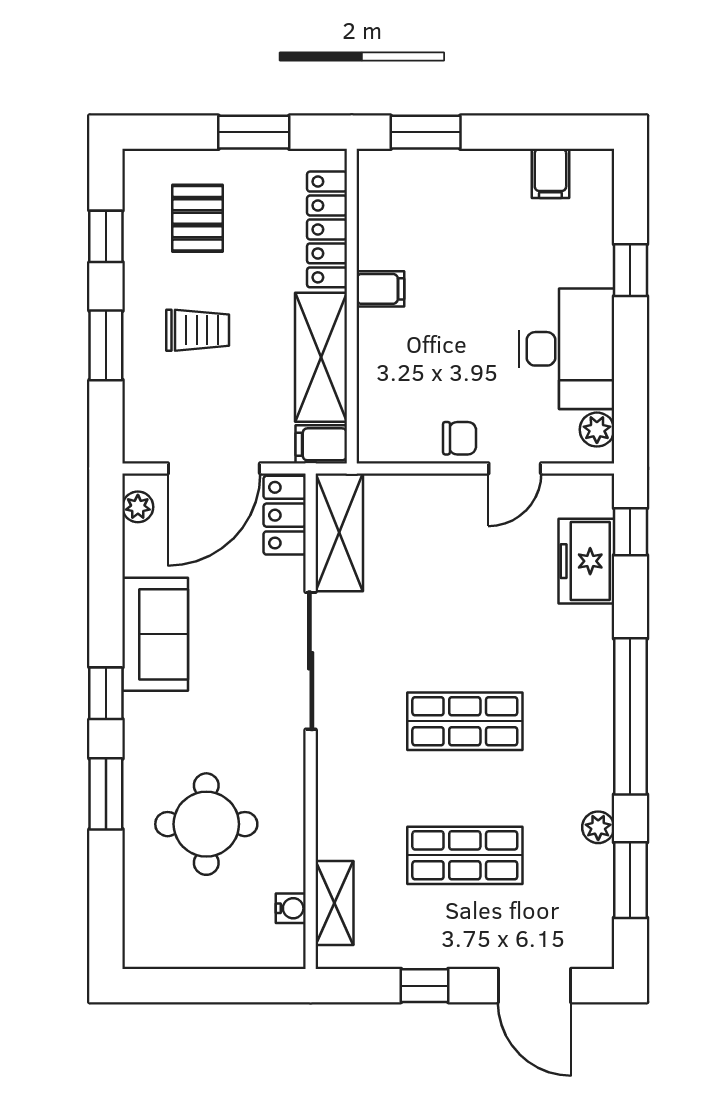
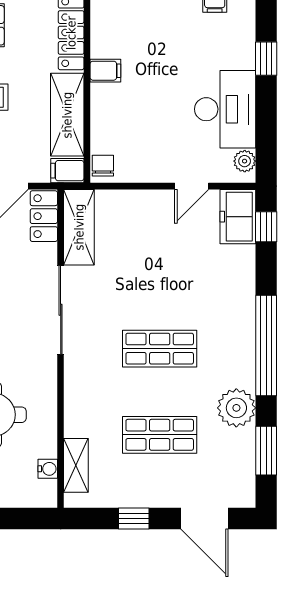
chair: (460, 438) -> (103, 166), moved, turned -90
freezer: (586, 561) -> (238, 217), moved
plant: (598, 827) -> (236, 408), width x1.88, depth x1.88

